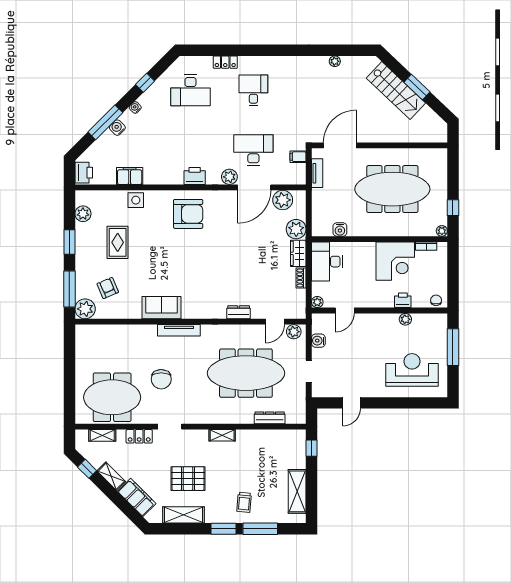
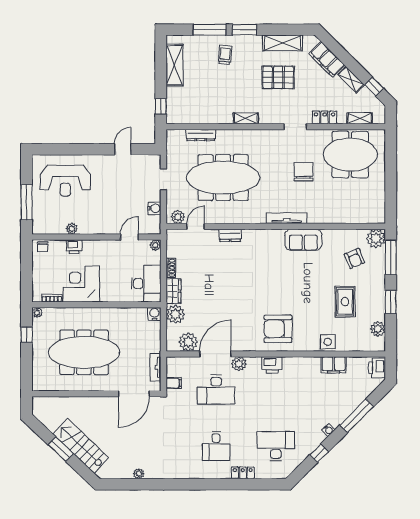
water cooler: (117, 128) -> (345, 411), removed
water cooler: (340, 229) -> (154, 314), moved

